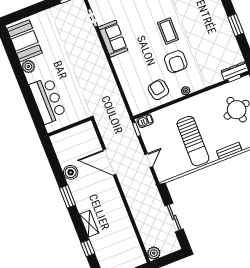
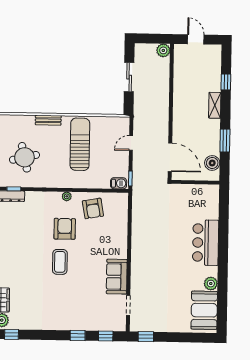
wall: (69, 127) -> (195, 182), moved

